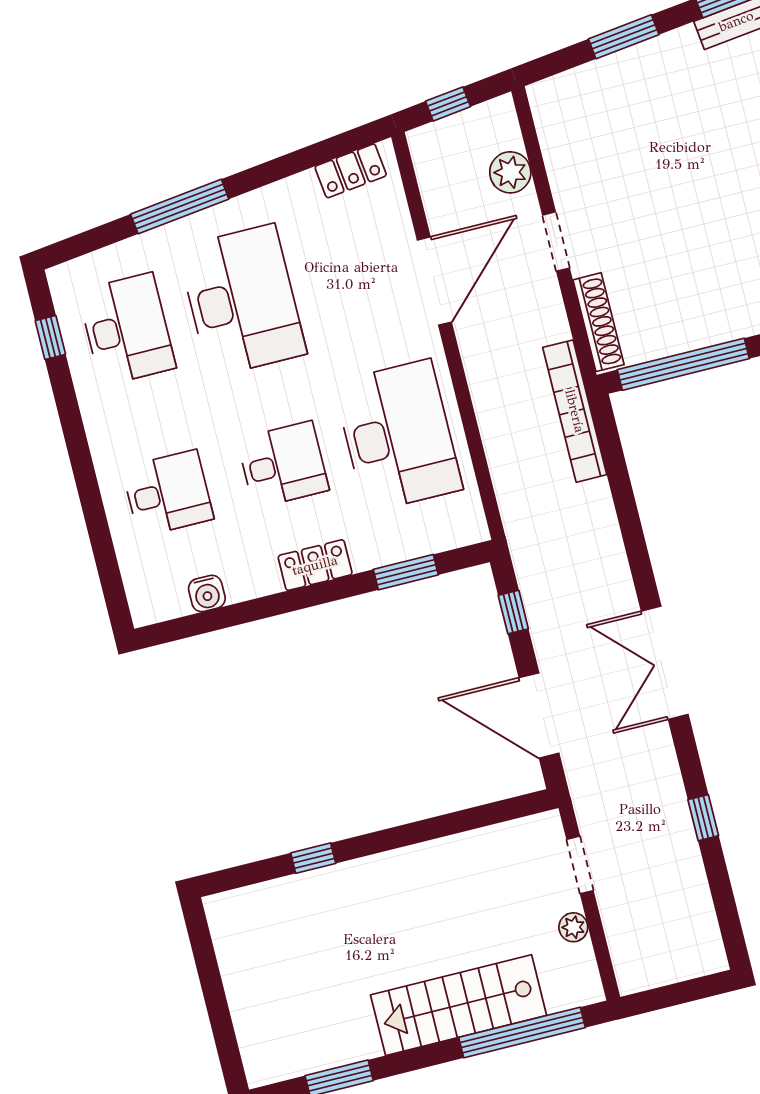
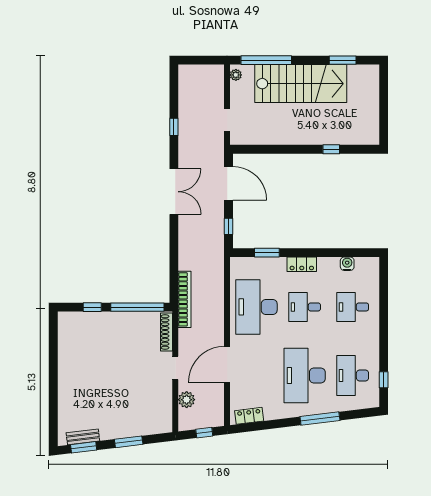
plant: (573, 927) -> (236, 75), moved
stairs: (459, 1005) -> (301, 84), width x1.36, depth x1.51

